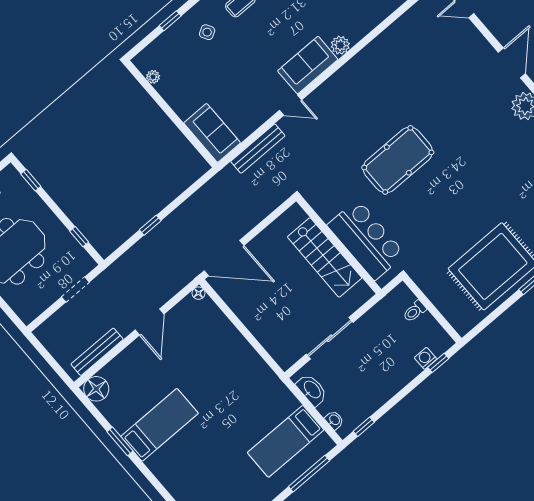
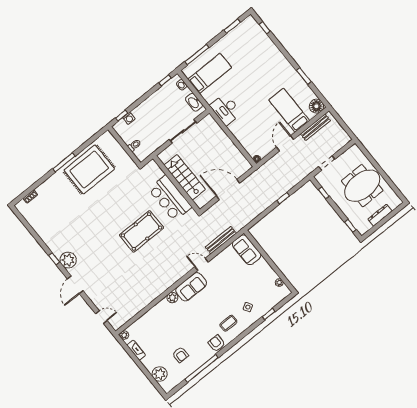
bar counter: (366, 240) -> (170, 198), moved
door: (224, 258) -> (228, 189), moved
desk: (256, 379) -> (226, 109), added
bed: (159, 425) -> (289, 110), moved, turned 90

